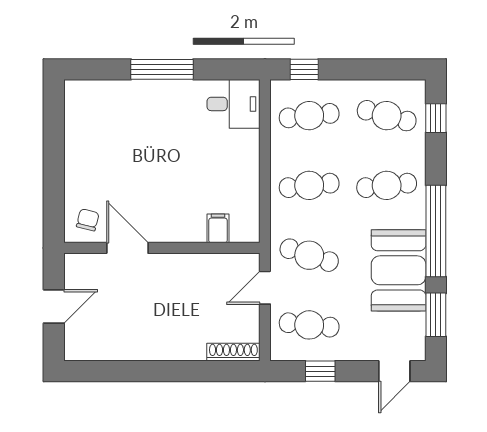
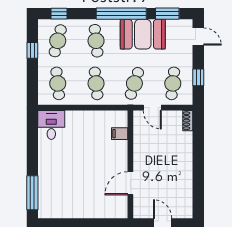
window: (162, 69) -> (32, 193), moved
window: (304, 69) -> (32, 50), moved
chair: (88, 220) -> (115, 205), removed
shoe rack: (233, 352) -> (188, 121), width x0.70

